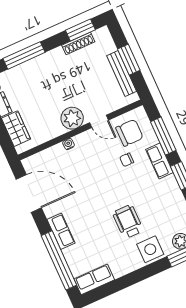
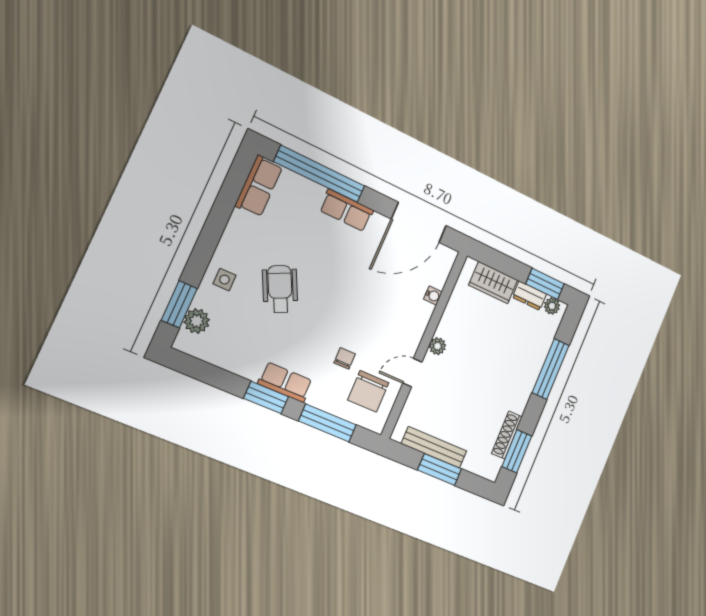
plant: (72, 118) -> (438, 346), width x0.53, depth x0.53
water cooler: (69, 144) -> (433, 295), moved
row of seats: (159, 161) -> (285, 382), moved
wheelchair: (128, 222) -> (280, 289), turned -116
side table: (150, 249) -> (225, 280), width x0.54, depth x0.54

